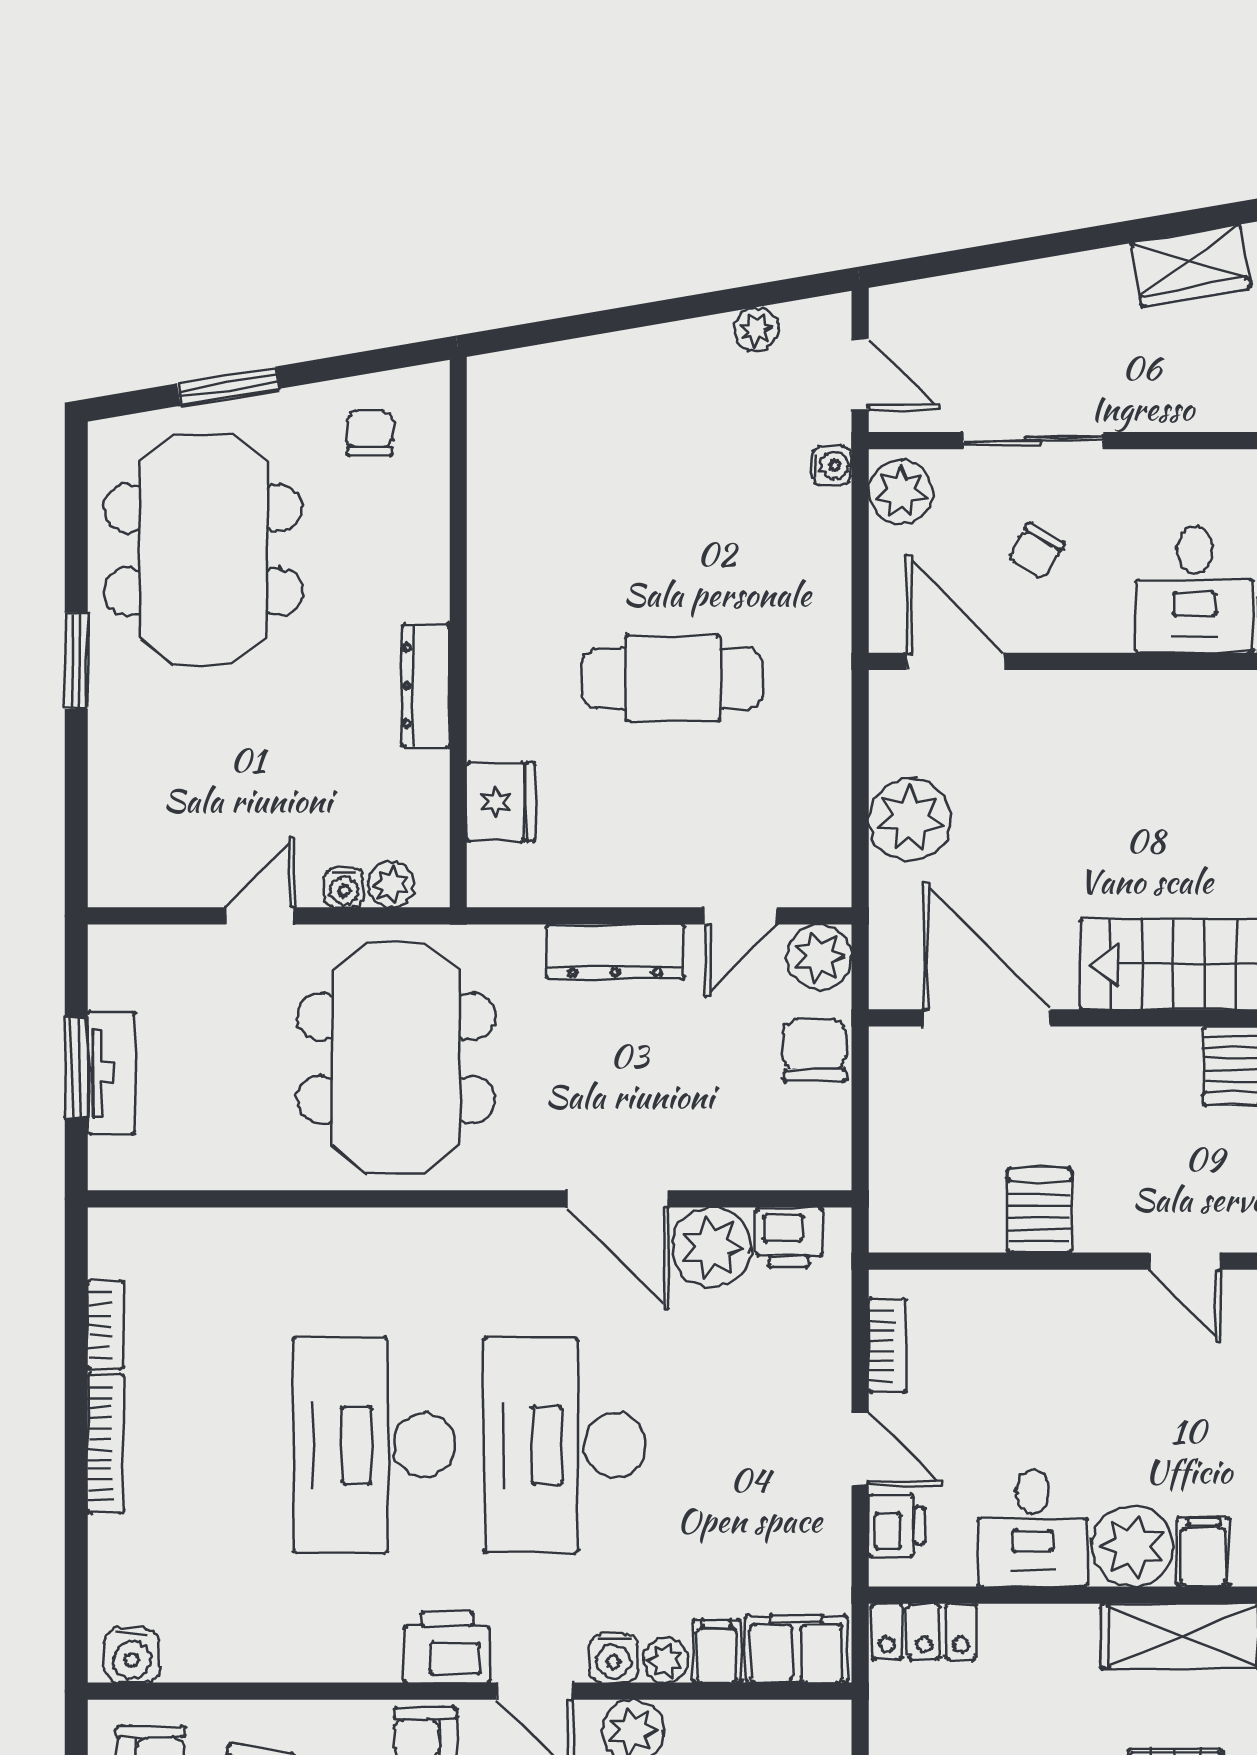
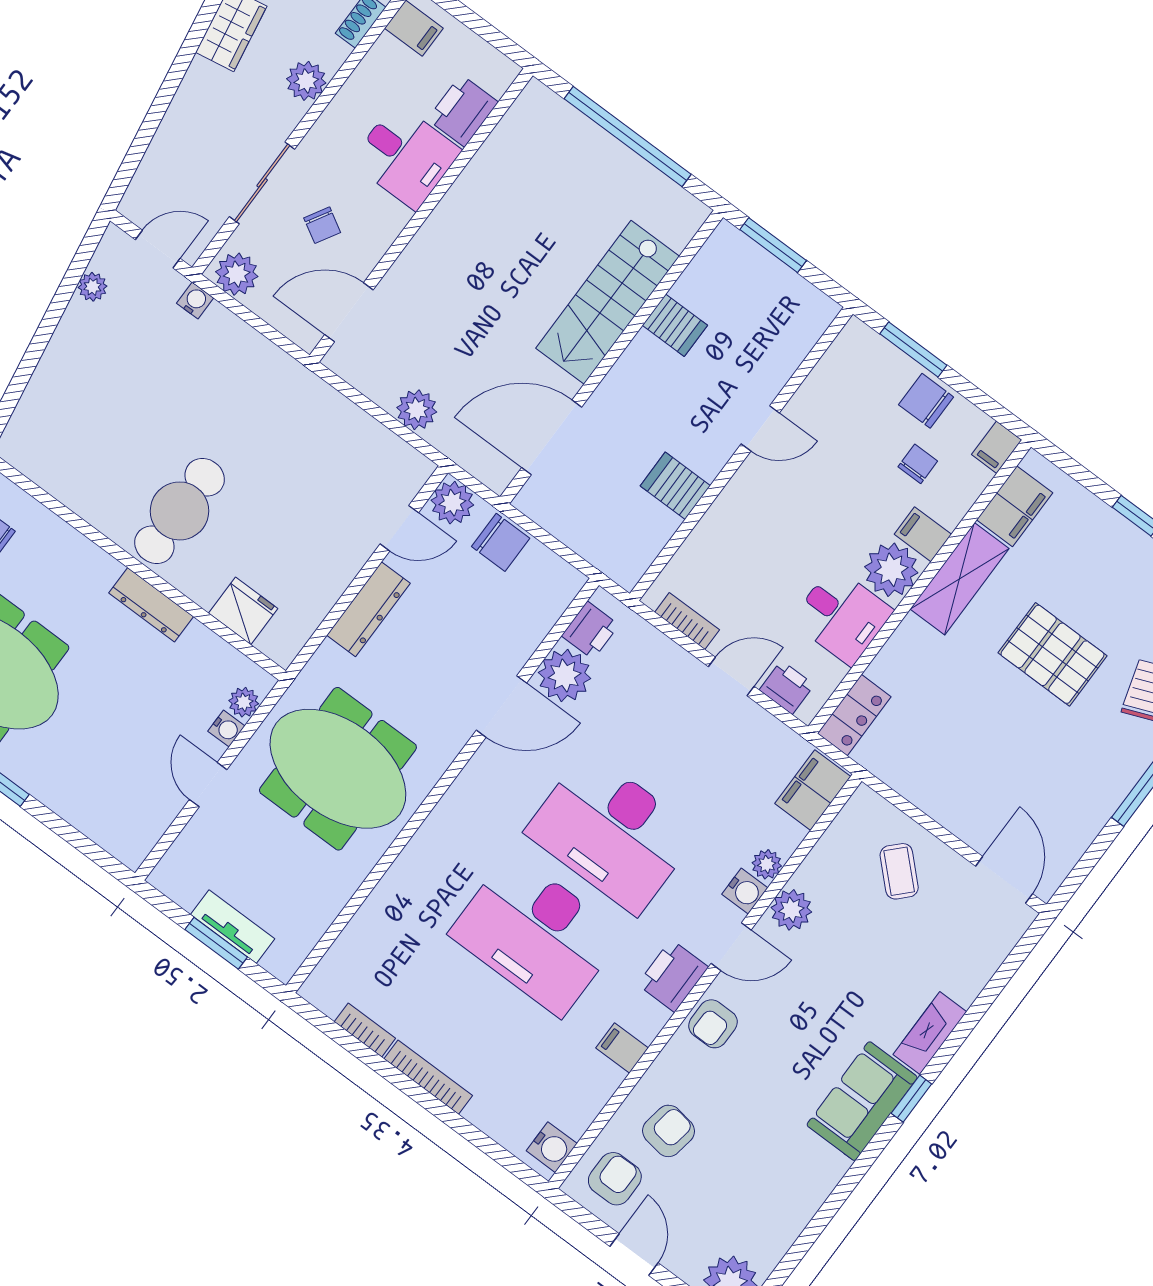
plant: (1196, 402) -> (306, 81), added
cafe table: (672, 678) -> (180, 511), moved
plant: (910, 819) -> (417, 410), width x0.73, depth x0.73
door: (741, 916) -> (399, 528), hinge flipped
chair: (815, 1051) -> (501, 542), turned 180
filing cabinet: (717, 1651) -> (622, 1048), moved

